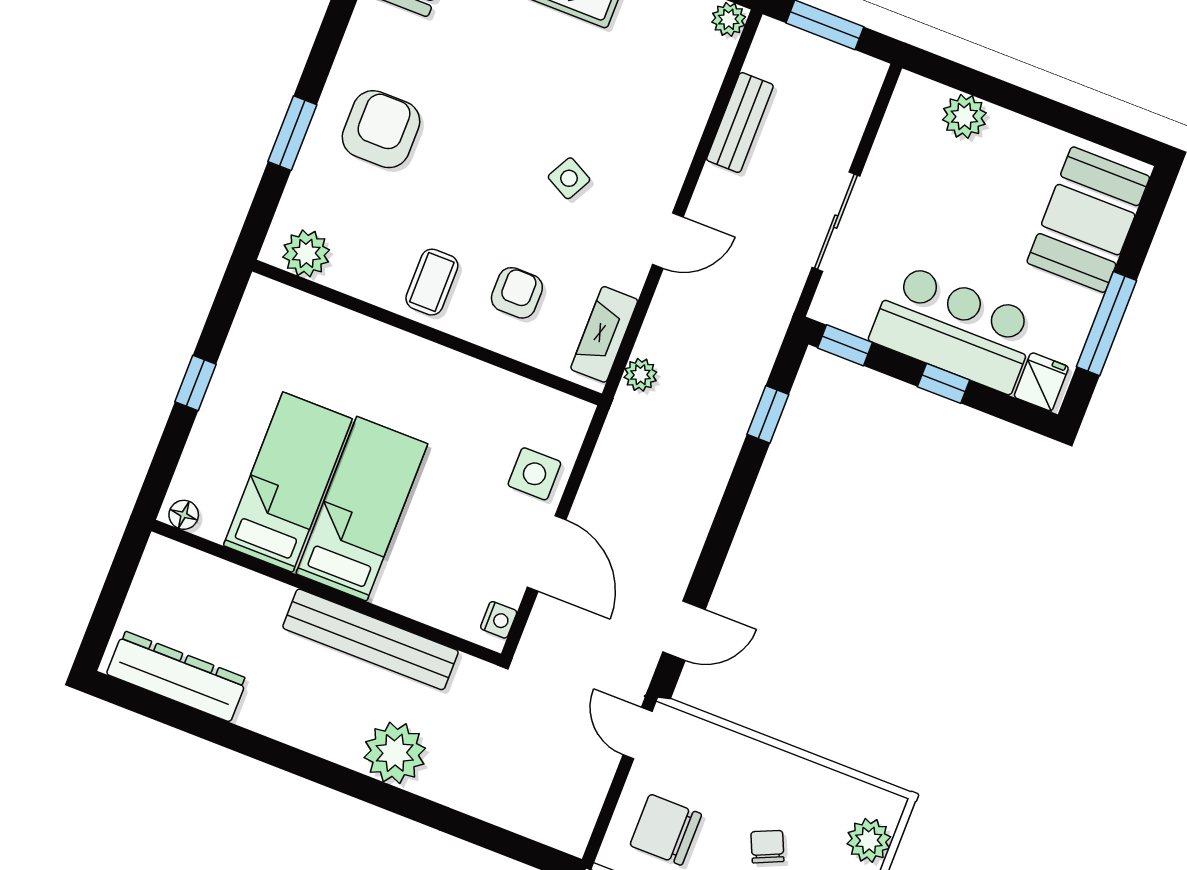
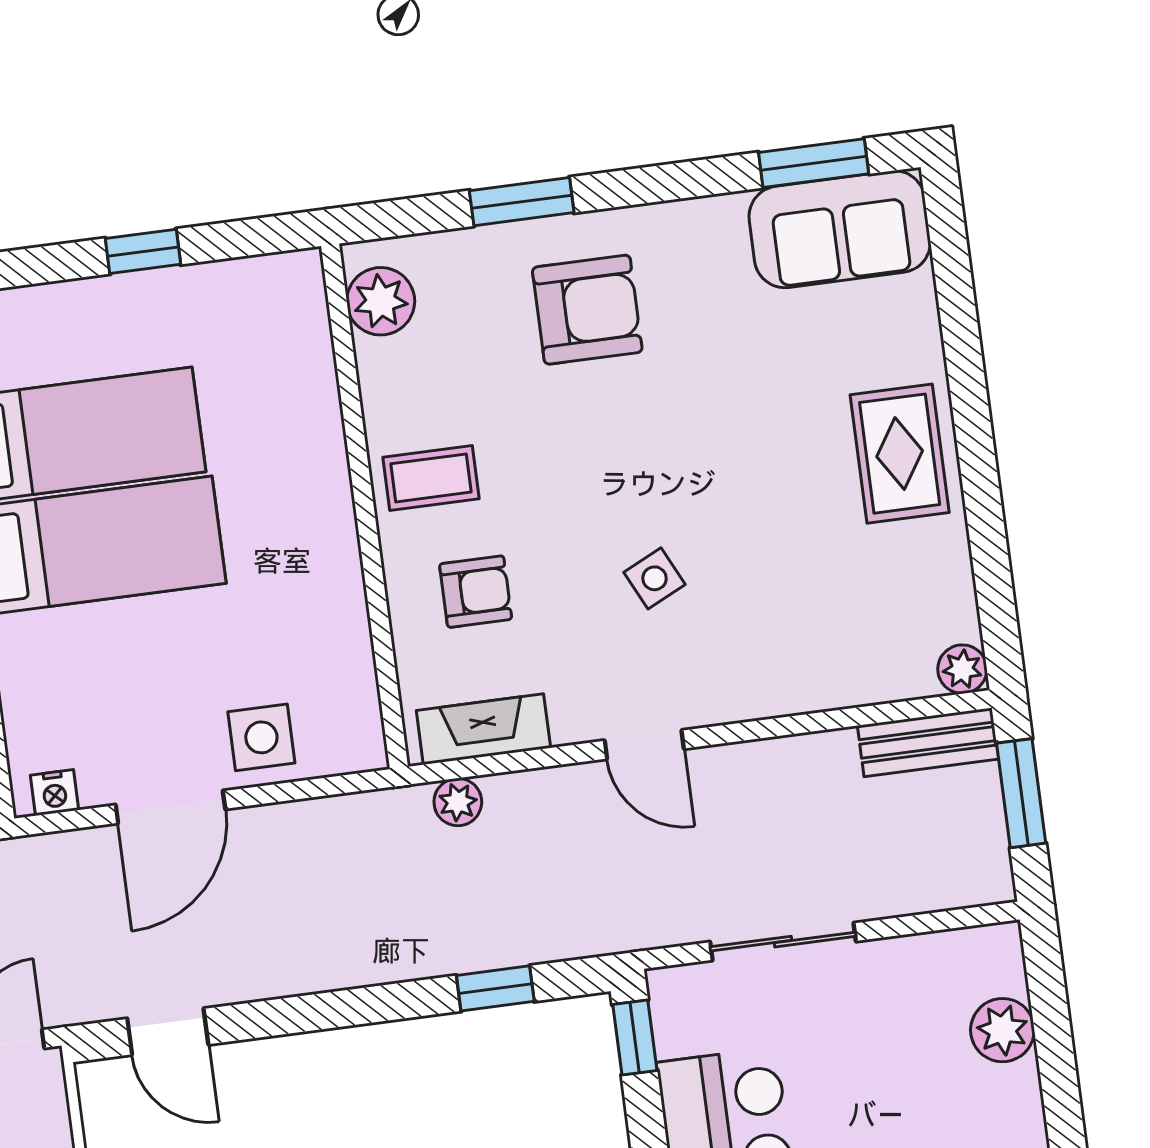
bench: (740, 123) -> (928, 742), moved
side table: (569, 178) -> (654, 578), turned 36

